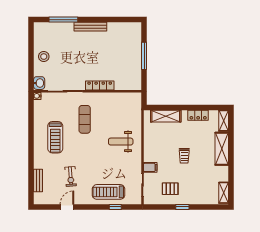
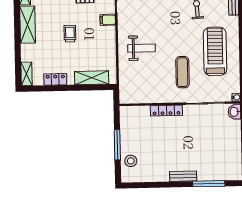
bench: (90, 27) -> (183, 176), width x0.73
stool: (44, 57) -> (131, 161), moved
treadmill: (55, 137) -> (215, 51), width x1.37, depth x1.38
shelving: (222, 149) -> (28, 25), moved

